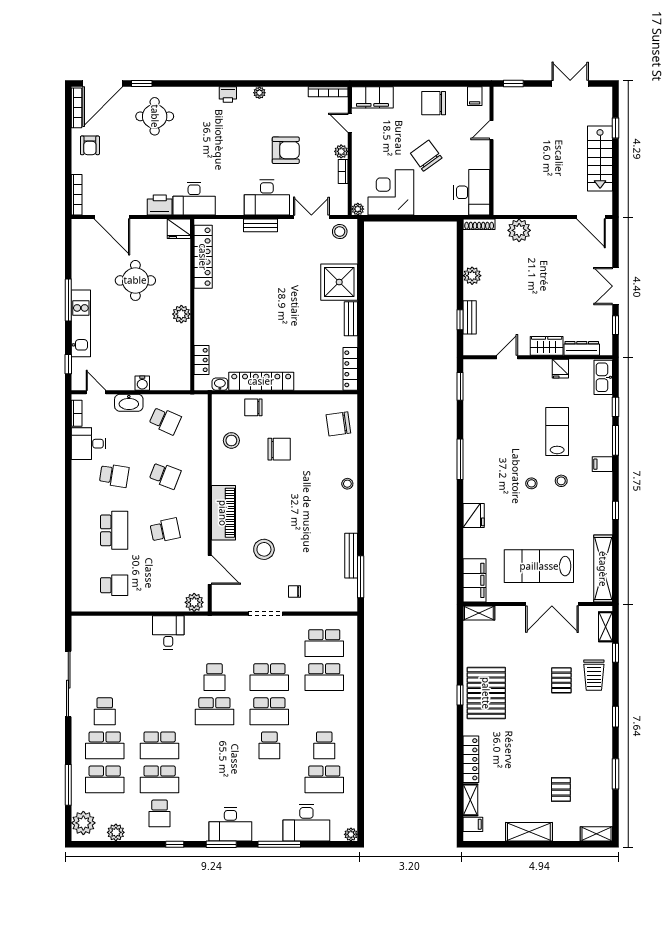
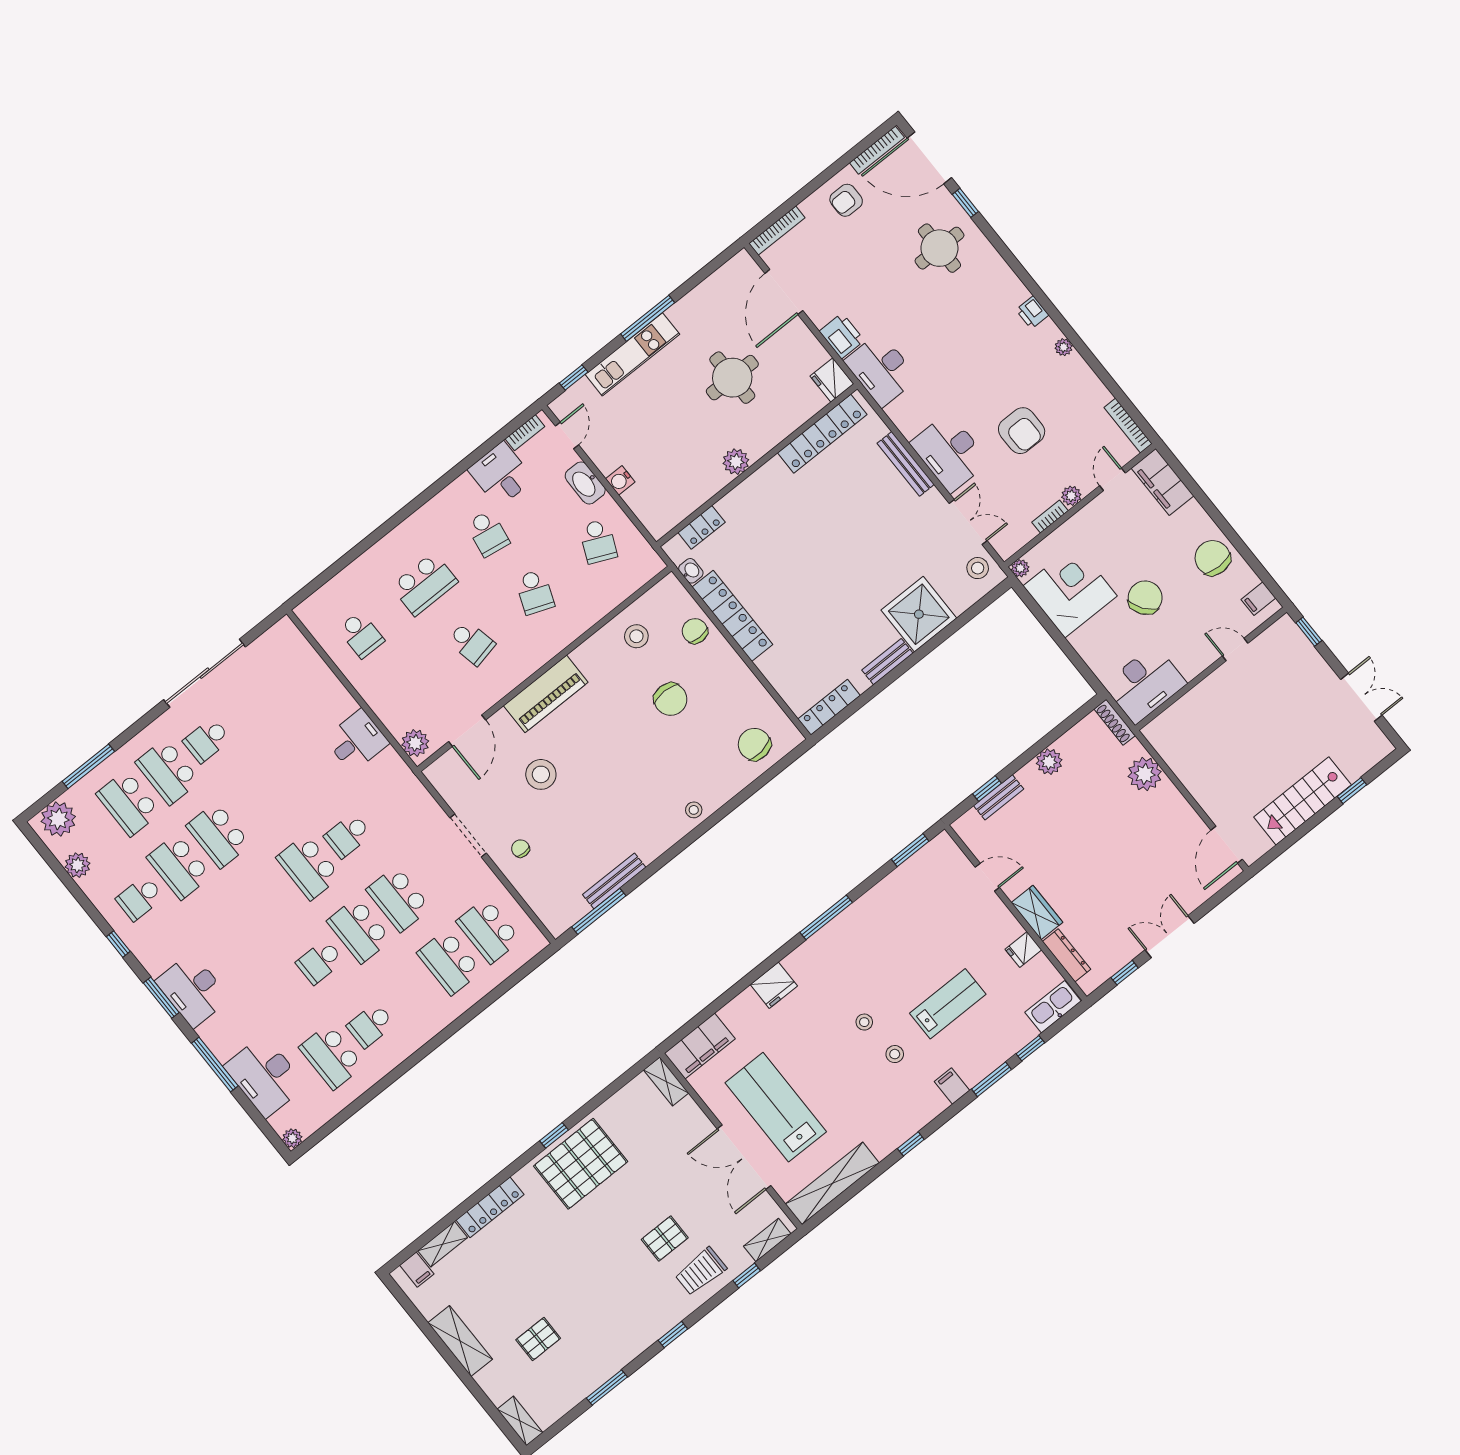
bench: (260, 225) -> (906, 464), width x1.36

